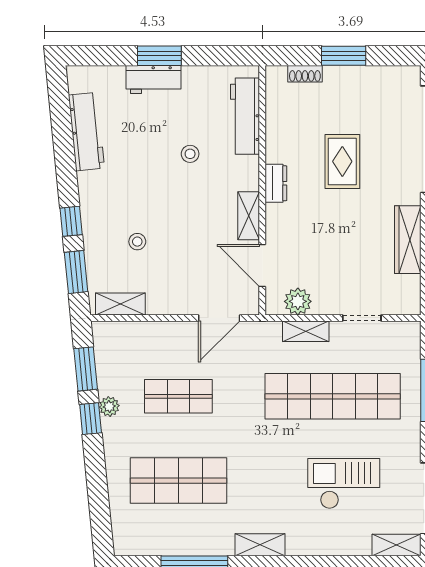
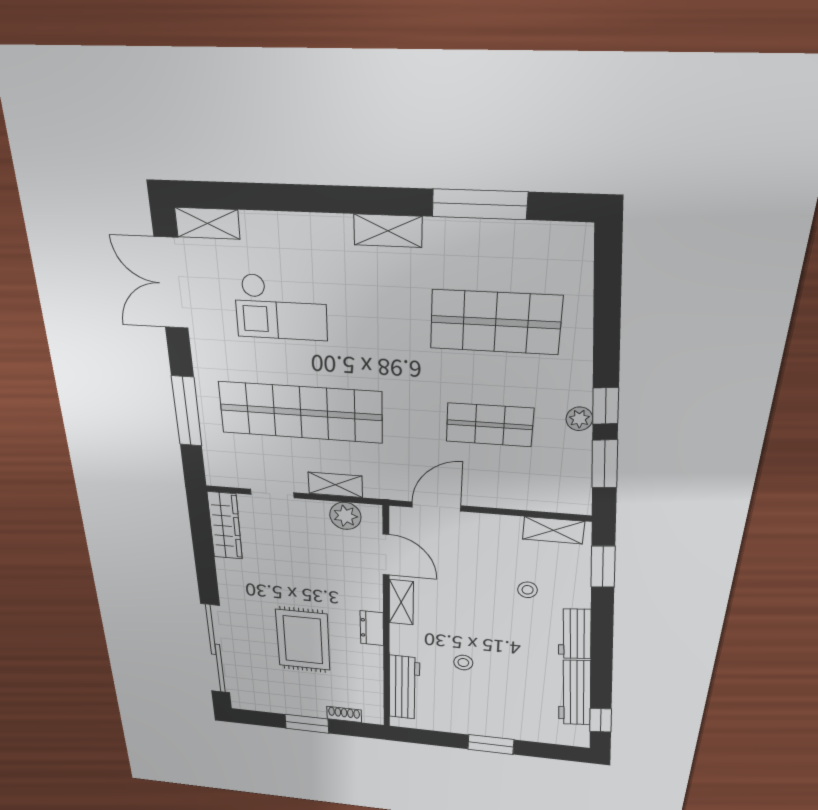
workbench: (153, 80) -> (575, 634), moved, turned -96
rug: (342, 161) -> (303, 640), width x1.36, depth x1.43
window: (71, 221) -> (601, 720), moved
wardrobe: (408, 240) -> (225, 526), moved

